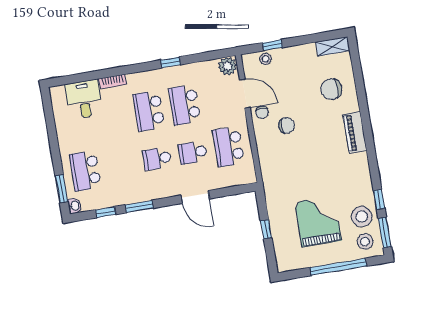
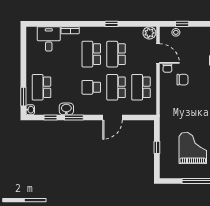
school desk: (193, 153) -> (116, 87), width x1.85
washbasin: (126, 196) -> (66, 109), added
door: (195, 197) -> (113, 118), hinge flipped

